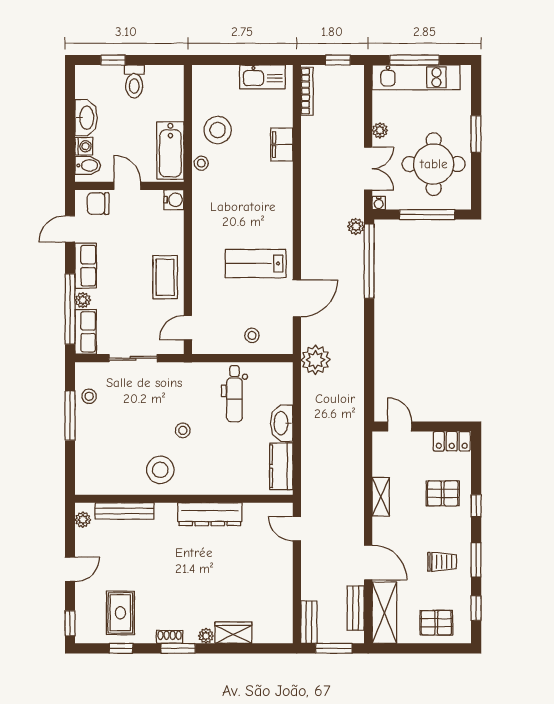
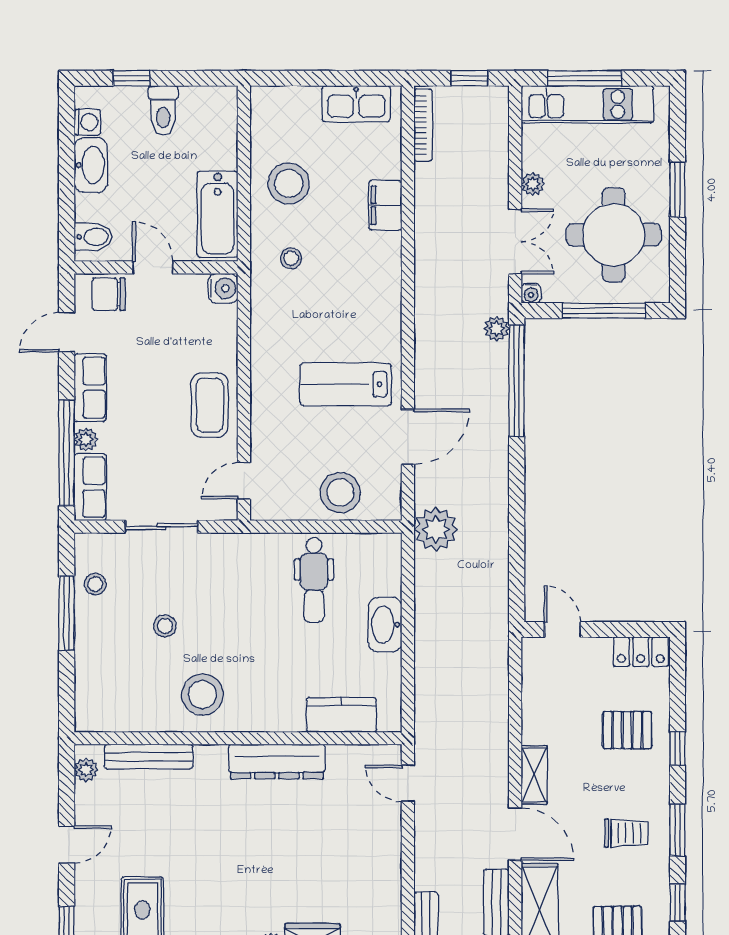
washing machine: (84, 146) -> (87, 122), moved
stool: (201, 163) -> (291, 258), moved
stool: (252, 335) -> (340, 493), width x1.89, depth x1.89
stool: (183, 430) -> (165, 626), moved
kitchen counter: (281, 466) -> (341, 715), moved, turned 90
shelving: (381, 497) -> (534, 775), moved

